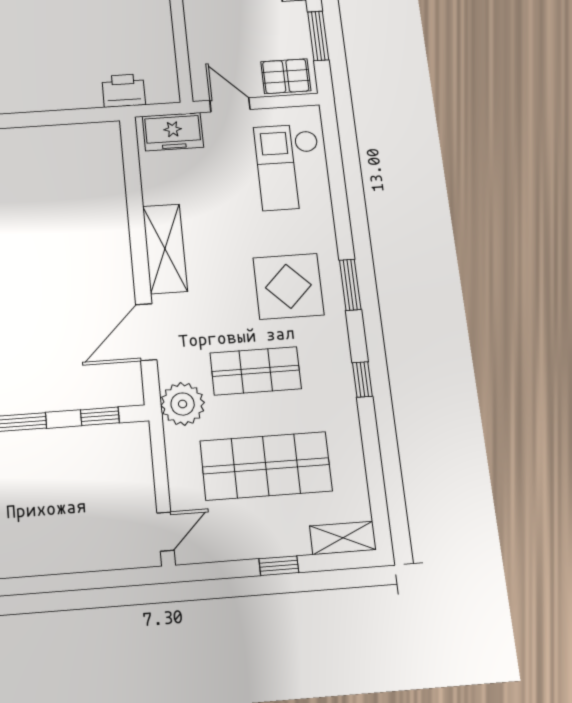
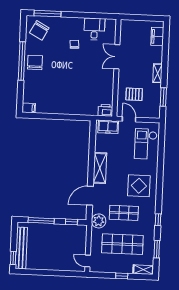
pallet: (286, 76) -> (134, 94), moved
printer: (124, 90) -> (105, 110), moved
window: (350, 285) -> (157, 249), moved
door: (166, 531) -> (88, 261), swing flipped

